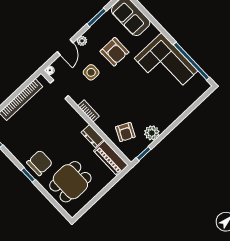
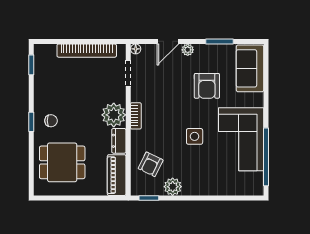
side table: (91, 72) -> (195, 136), moved
plant: (74, 123) -> (114, 115), added
chair: (40, 163) -> (51, 121), width x0.54, depth x0.54

